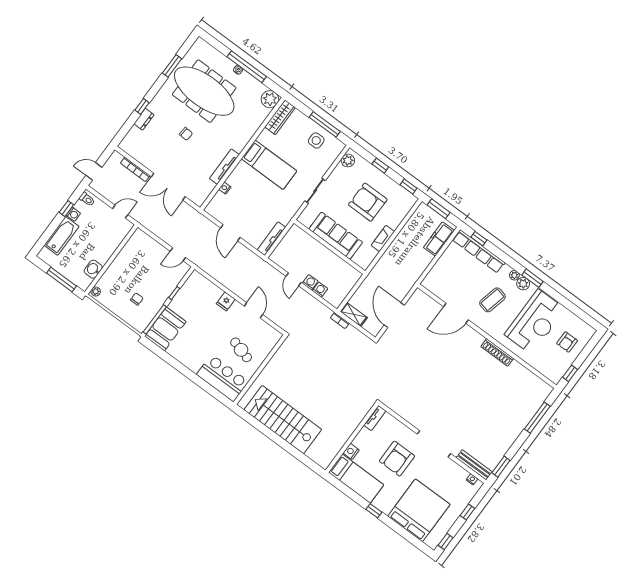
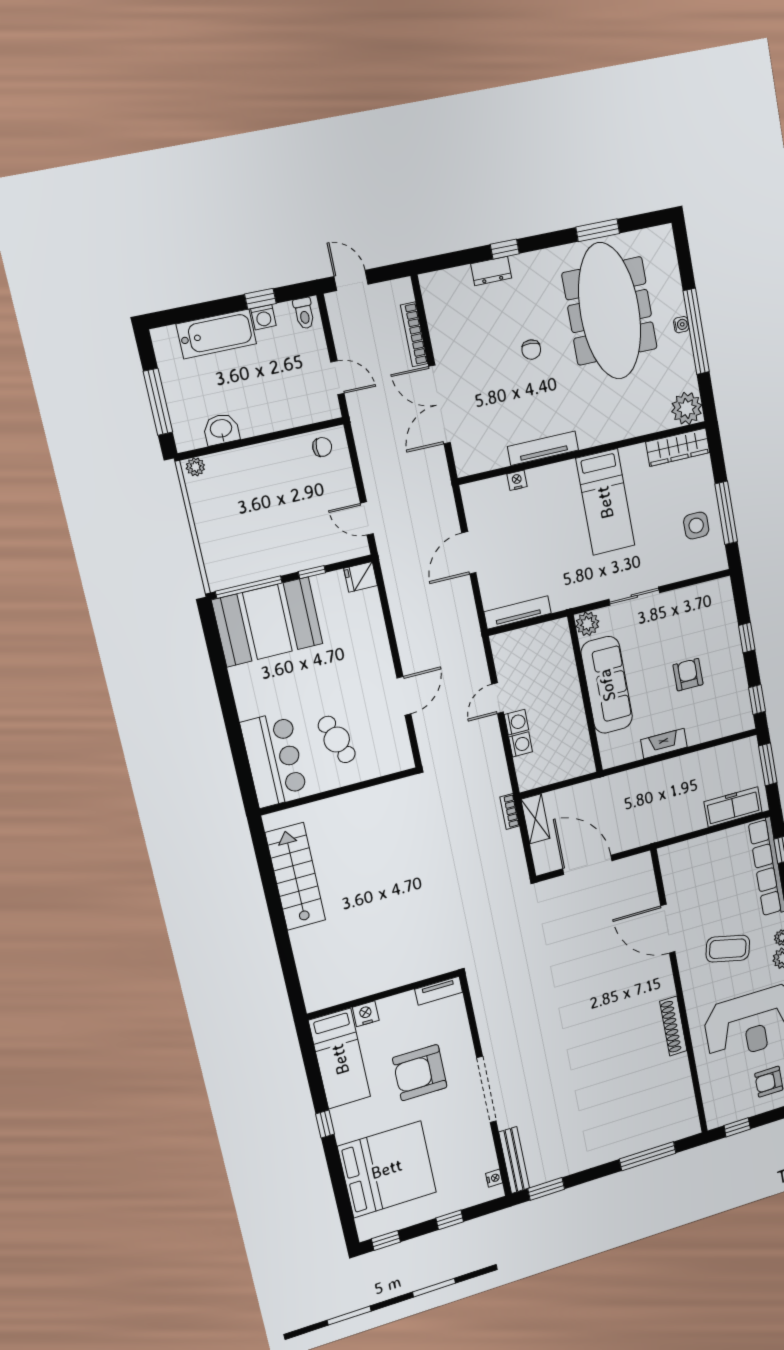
plant: (348, 161) -> (587, 624), moved
armchair: (368, 202) -> (688, 675), width x0.53, depth x0.53
chair: (137, 299) -> (322, 447), moved
fridge: (226, 301) -> (361, 577), moved
door: (394, 315) -> (587, 865), hinge flipped
booth: (165, 329) -> (267, 622), width x1.36, depth x1.42
cafe table: (241, 350) -> (337, 739), turned -36
stairs: (283, 420) -> (295, 876), width x0.73, depth x0.66

